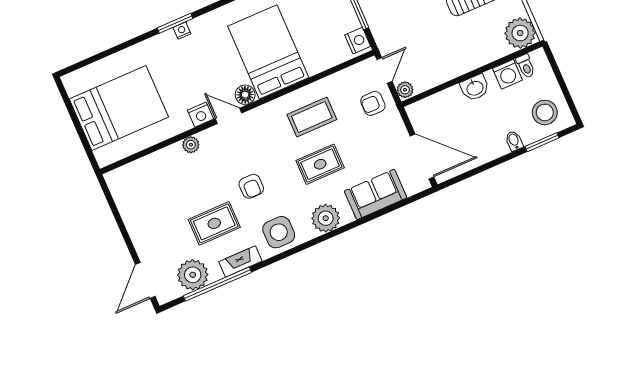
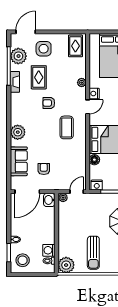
door: (384, 70) -> (77, 192), swing flipped
washbasin: (475, 88) -> (49, 200), moved
floor lamp: (245, 95) -> (94, 160), moved
armchair: (373, 103) -> (44, 169), moved
coffee table: (312, 117) -> (67, 127), moved
rug: (320, 164) -> (75, 46), moved
side table: (279, 232) -> (44, 49), moved
door: (145, 280) -> (26, 32), hinge flipped

